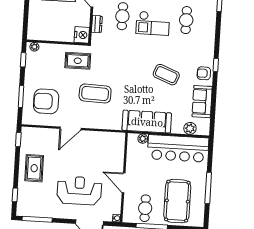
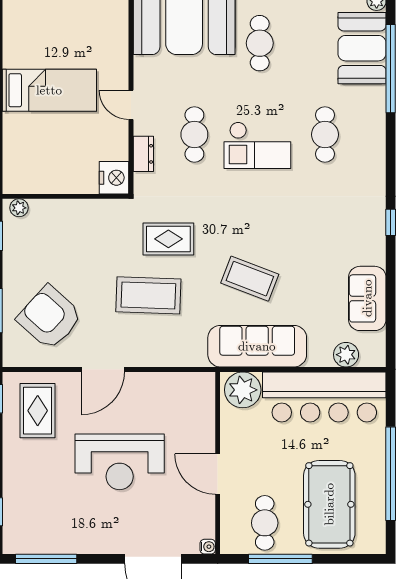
rug: (78, 61) -> (168, 239), moved
armchair: (204, 73) -> (367, 241), removed
coffee table: (166, 75) -> (250, 279), moved
armchair: (46, 101) -> (50, 317), turned 42
plant: (143, 139) -> (243, 390), width x1.88, depth x1.88
rug: (34, 168) -> (38, 411), moved
window: (208, 188) -> (391, 474), width x1.46
reception desk: (79, 191) -> (120, 462), moved, turned 180

